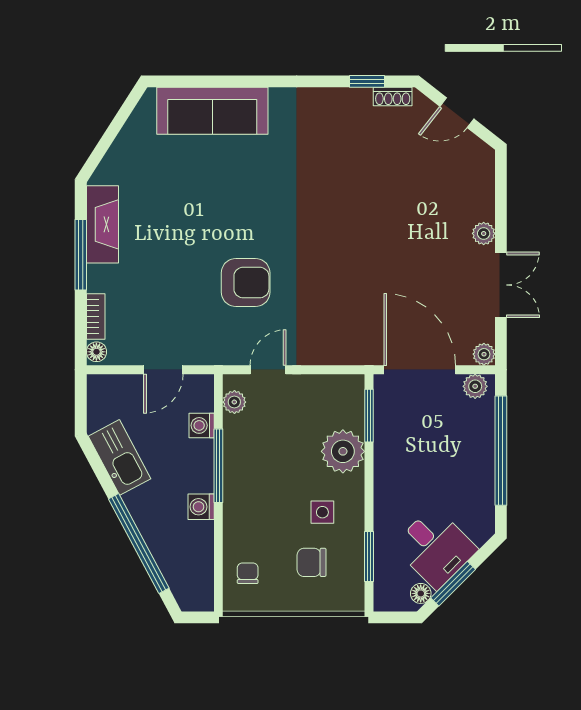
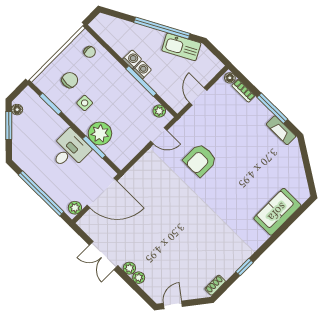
window: (367, 81) -> (245, 267), moved
sofa: (212, 111) -> (277, 212), width x0.73
door: (457, 113) -> (173, 305), moved
fireplace: (102, 224) -> (281, 130), width x0.73, depth x0.76
plant: (484, 354) -> (139, 278), moved
door: (268, 370) -> (159, 136), hinge flipped
window: (369, 416) -> (94, 147), moved
washing machine: (202, 425) -> (142, 70), moved
window: (139, 544) -> (162, 28), moved
desk: (435, 548) -> (69, 150), moved, turned 135

